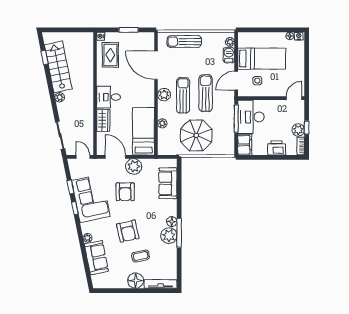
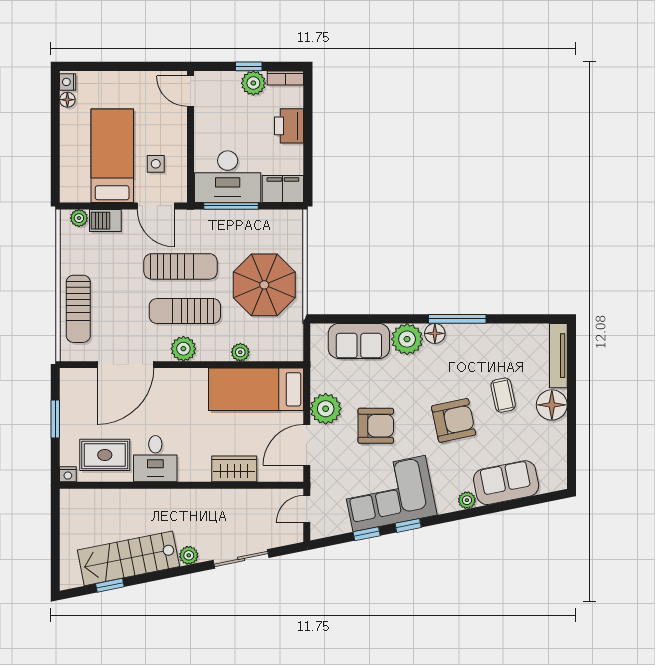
sun lounger: (206, 93) -> (180, 266), turned 180
desk: (108, 97) -> (155, 459), moved
sliding door: (60, 135) -> (241, 559), moved
plant: (169, 236) -> (407, 339), moved

